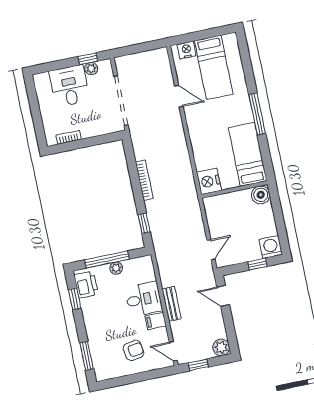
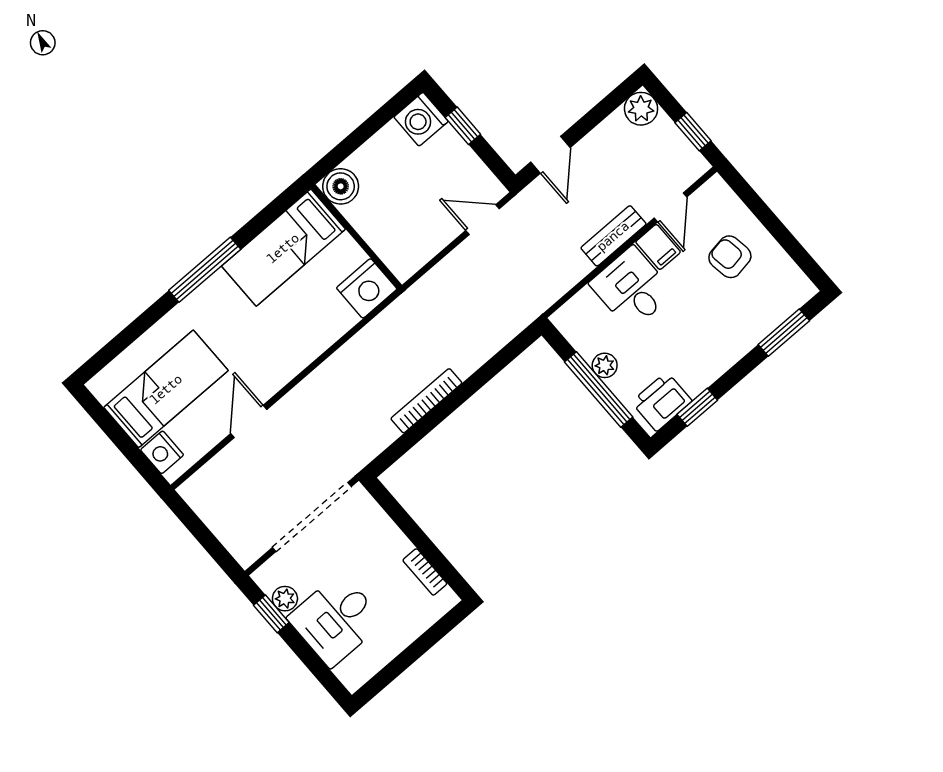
window: (144, 223) -> (501, 360), removed
door: (173, 351) -> (670, 207), moved

